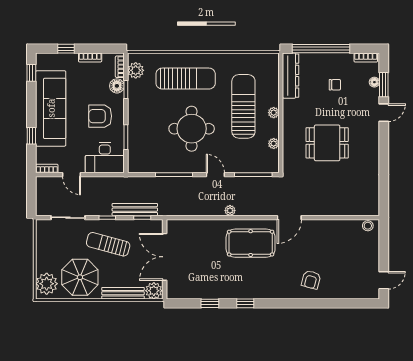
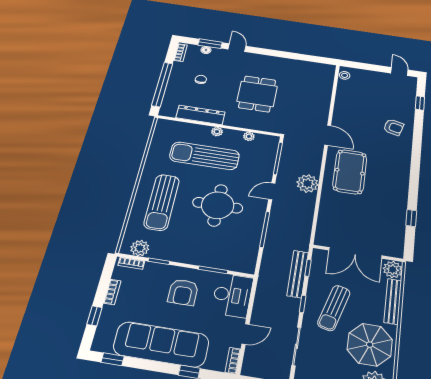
dresser: (291, 76) -> (201, 115), moved
sun lounger: (186, 79) -> (162, 202), turned 180
floor lamp: (117, 86) -> (152, 270), removed
plant: (230, 211) -> (308, 184), width x1.88, depth x1.88
window: (245, 303) -> (420, 103), moved

